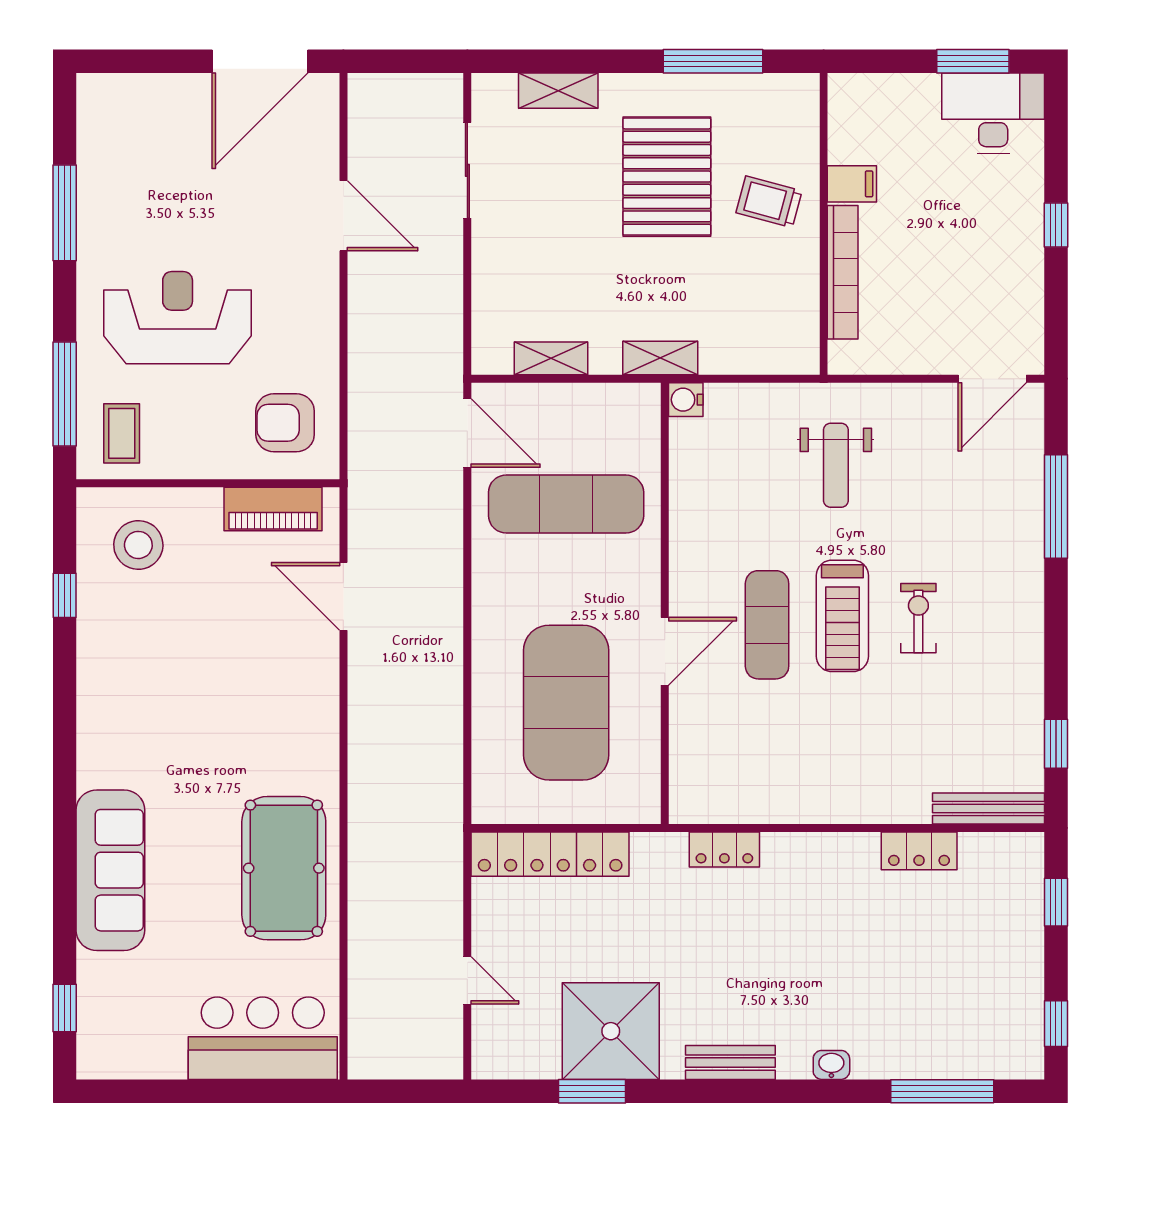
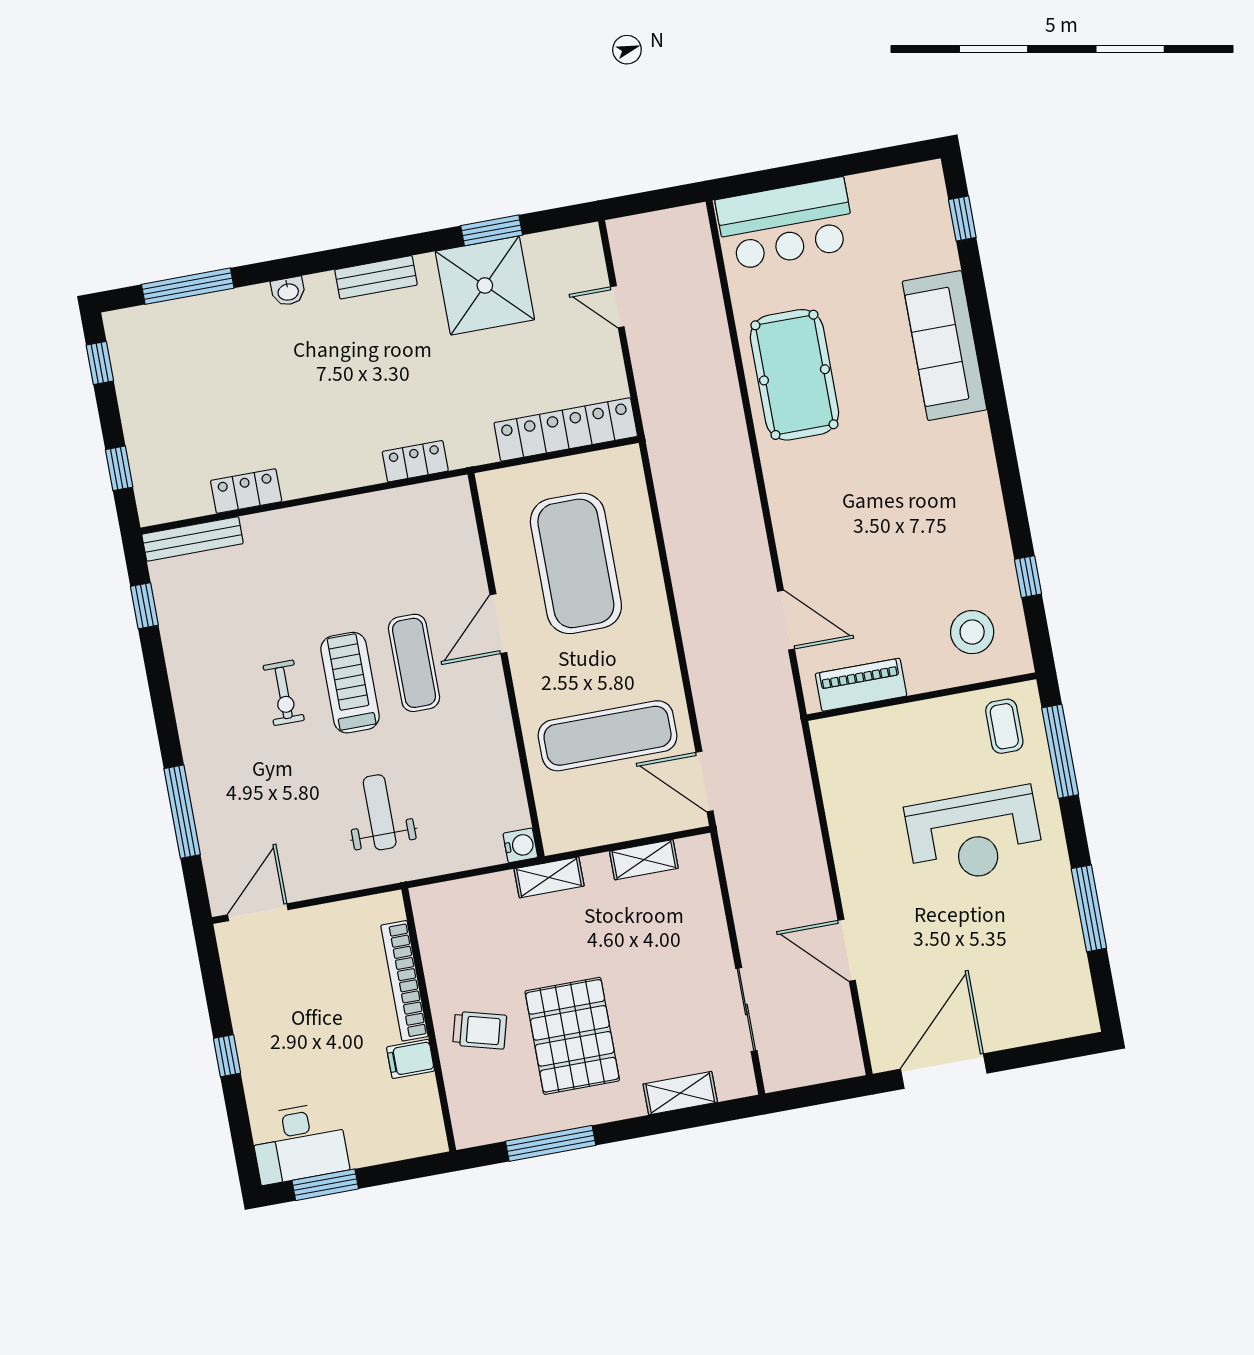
armchair: (285, 423) -> (864, 761), removed

